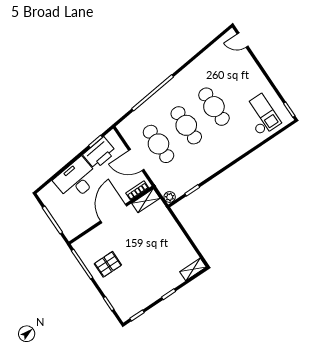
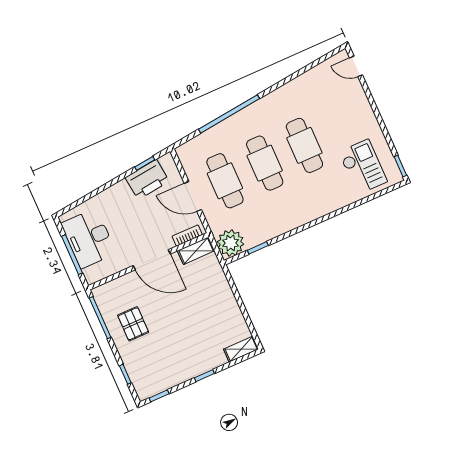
desk: (77, 179) -> (89, 238), moved, turned -84
plant: (170, 197) -> (231, 243), width x1.88, depth x1.88
door: (114, 213) -> (152, 260), swing flipped
pallet: (108, 264) -> (133, 324), turned 90

